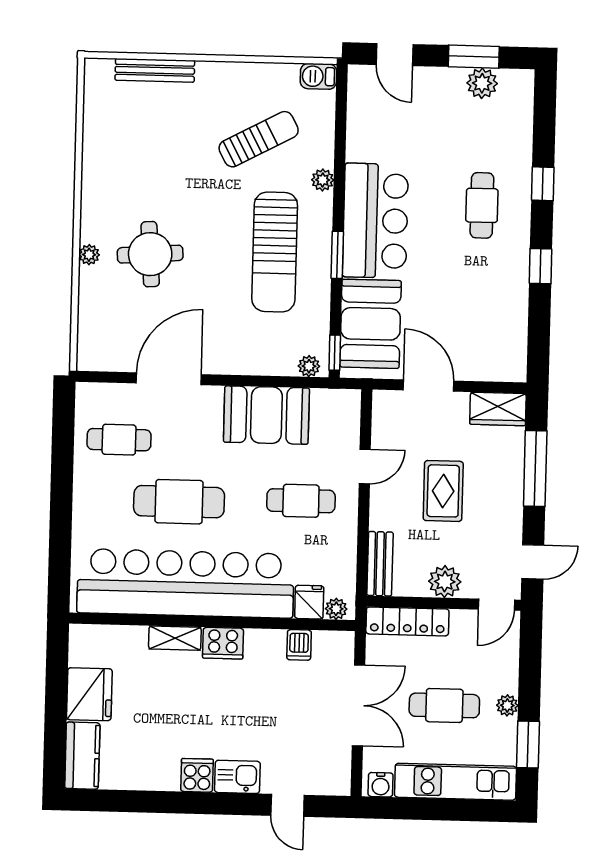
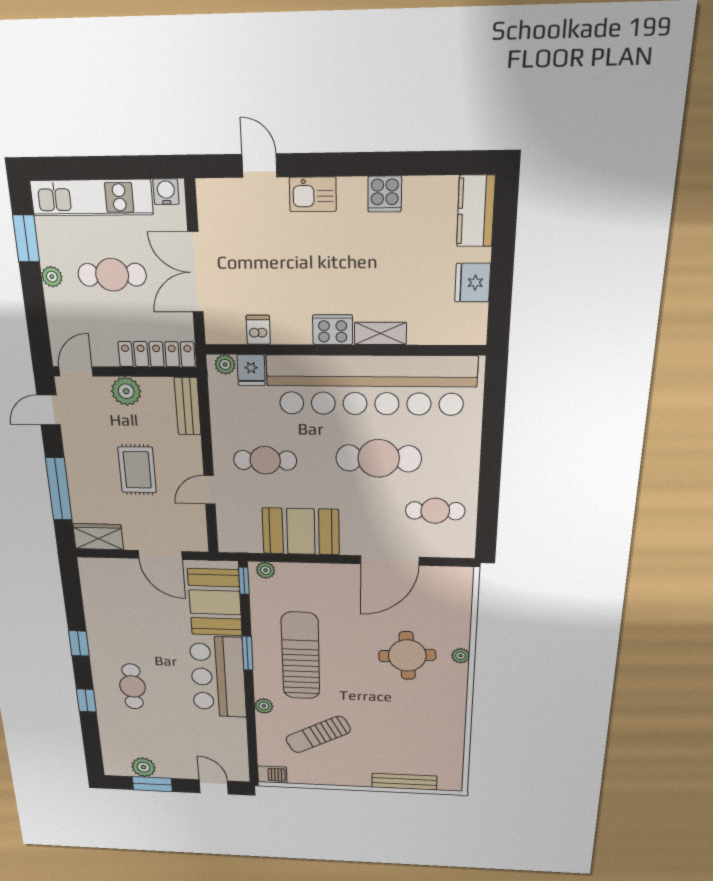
fridge: (89, 694) -> (473, 283), width x0.73, depth x0.75
cooker: (197, 775) -> (385, 194), moved

